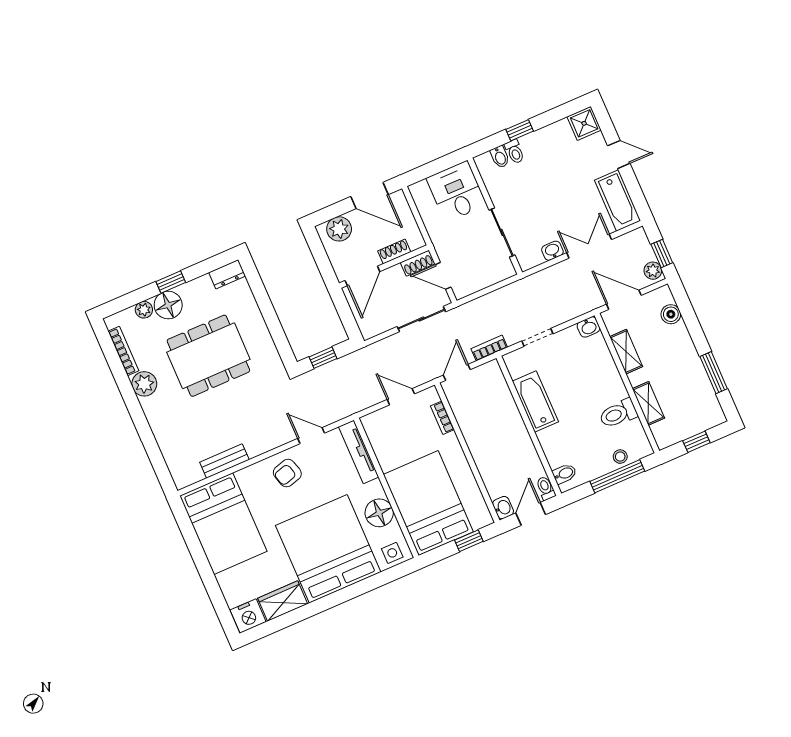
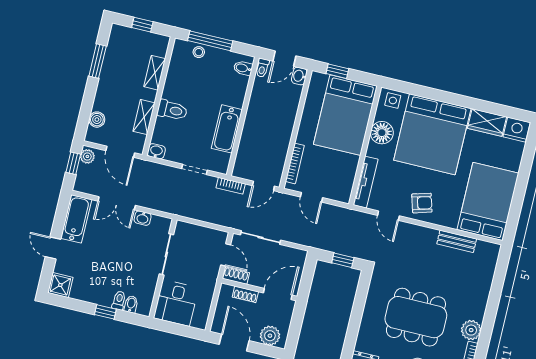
toilet: (618, 414) -> (172, 110), moved
bookcase: (442, 418) -> (295, 163), width x1.56

